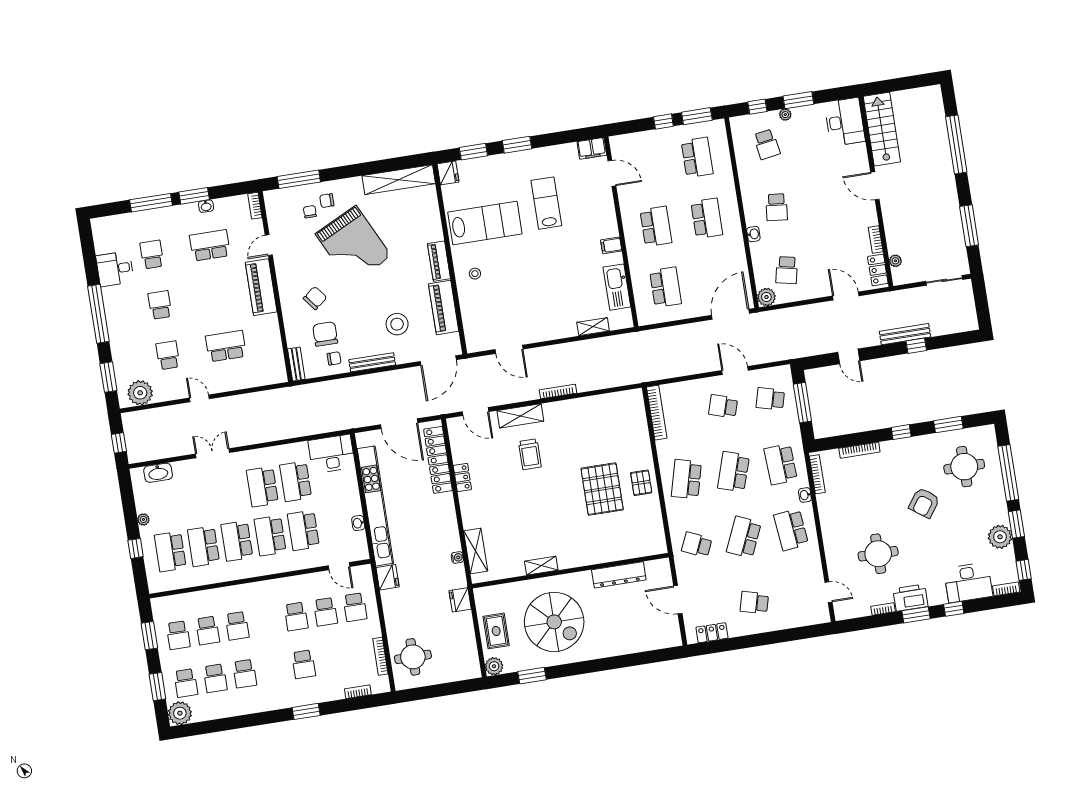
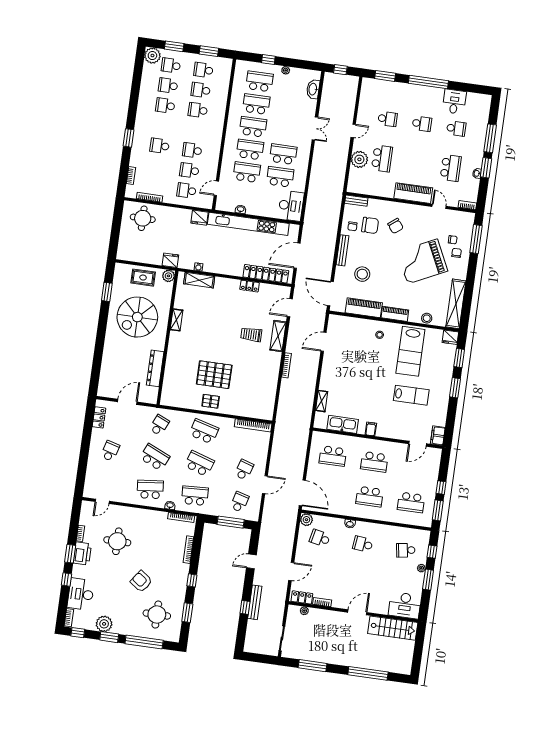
stool: (431, 214) -> (427, 318), added
plant: (140, 393) -> (359, 159), moved
plant: (494, 666) -> (168, 276), moved

